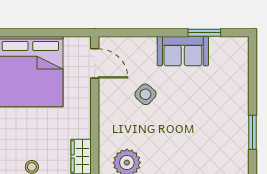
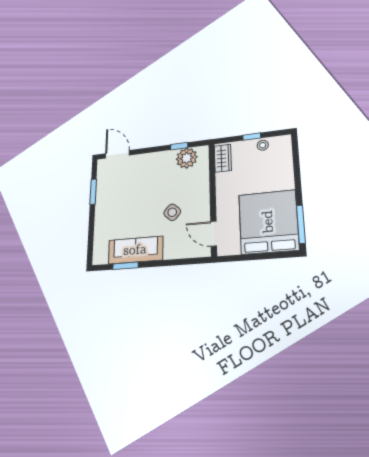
sofa: (183, 51) -> (135, 250), width x1.36

